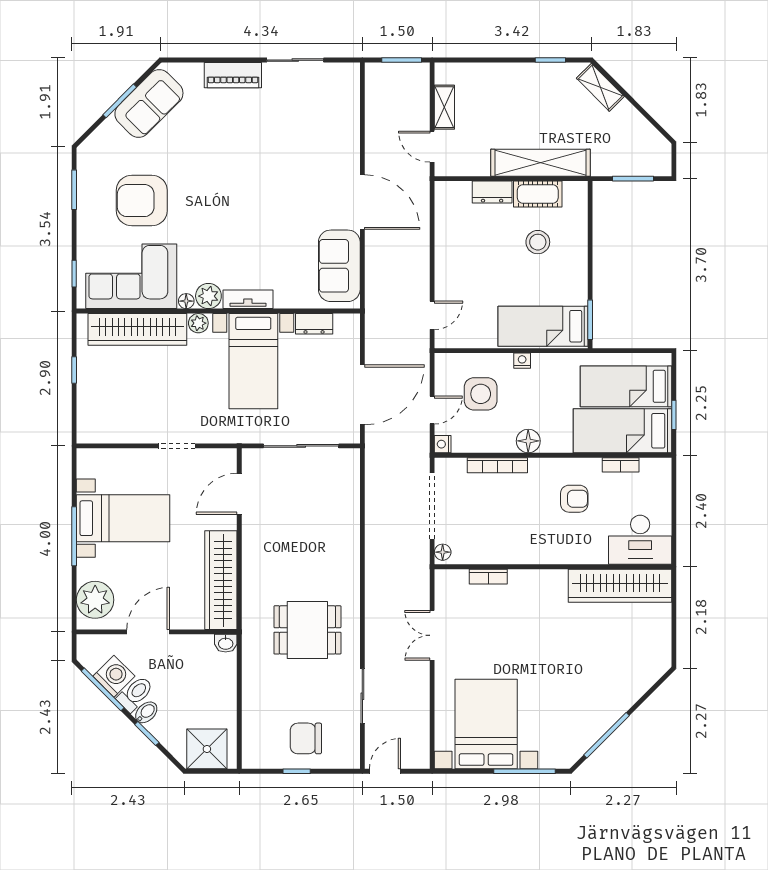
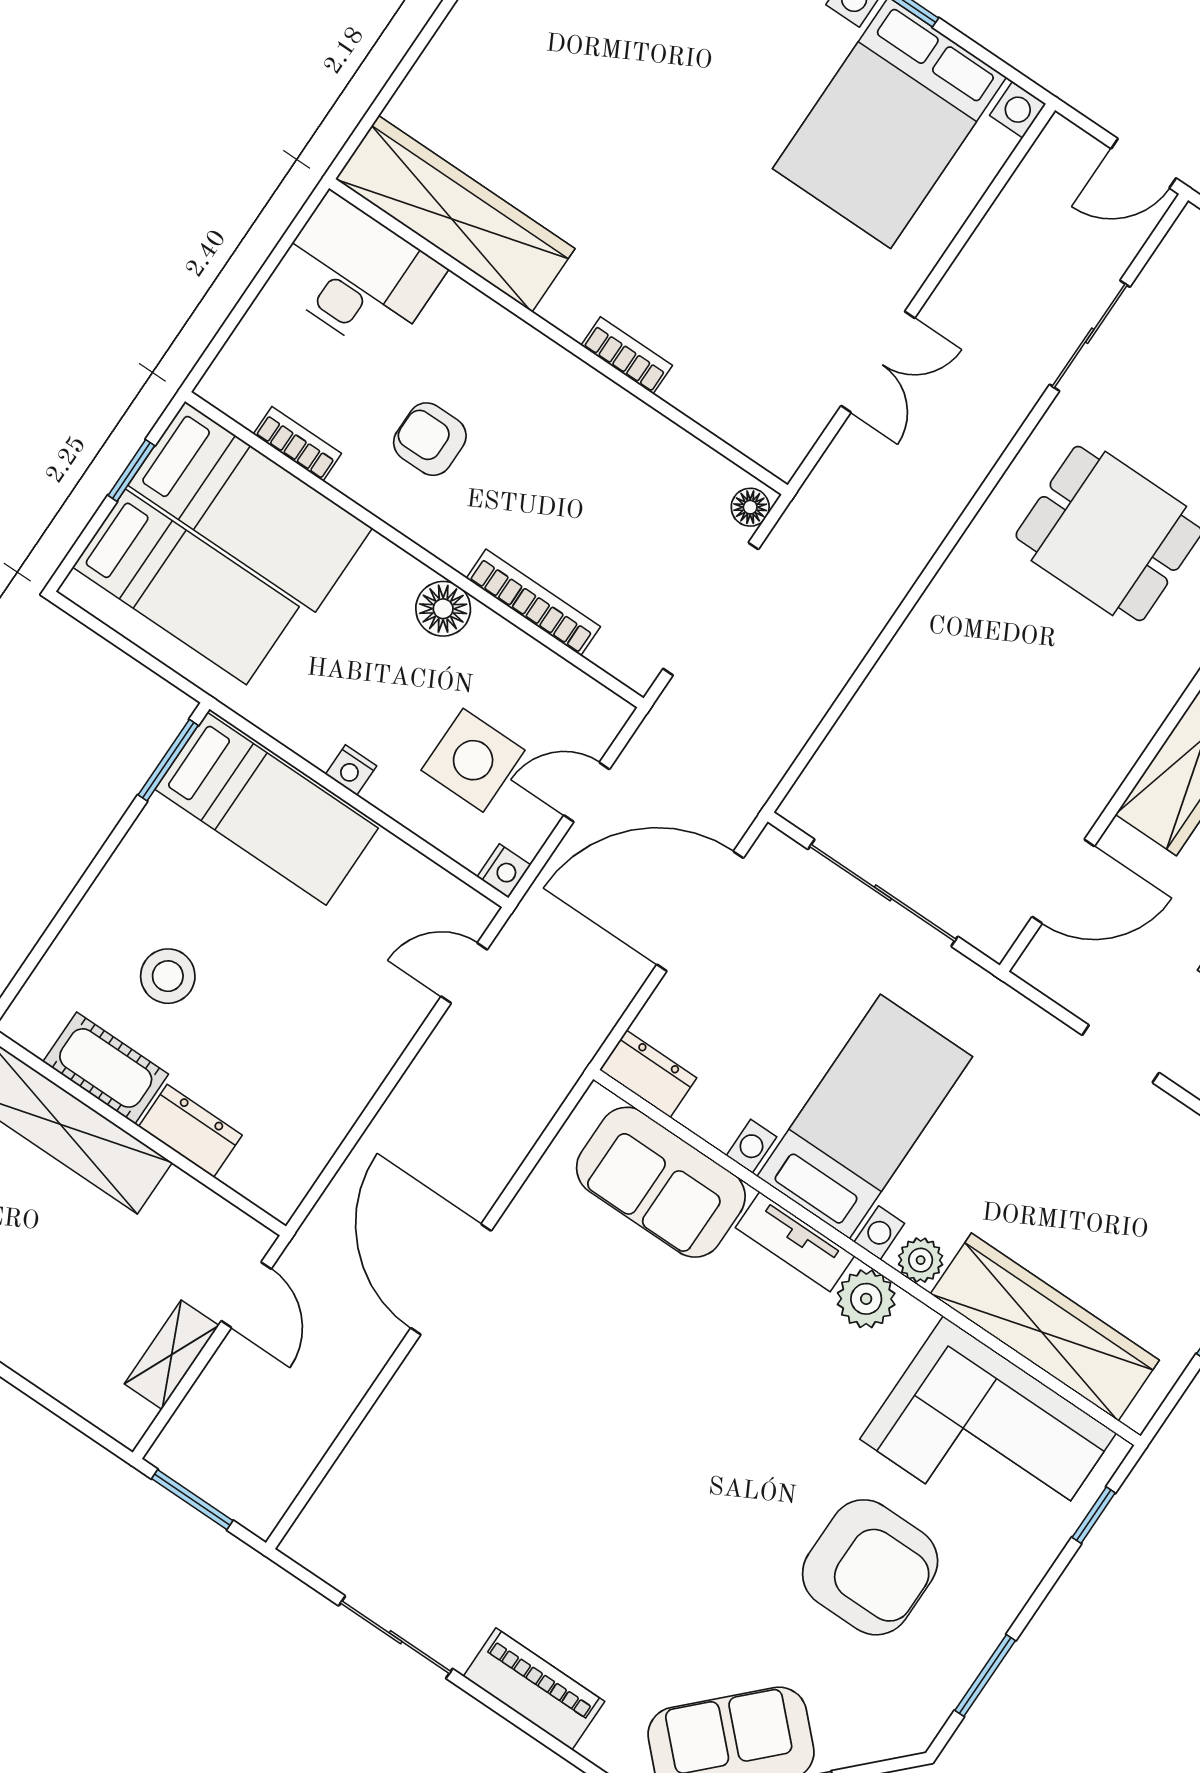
sofa: (339, 266) -> (661, 1182), moved, turned 90
floor lamp: (186, 301) -> (915, 1318), removed
dresser: (314, 324) -> (648, 1074), moved
nightstand: (443, 444) -> (504, 871), moved
bookcase: (488, 577) -> (627, 355), moved

